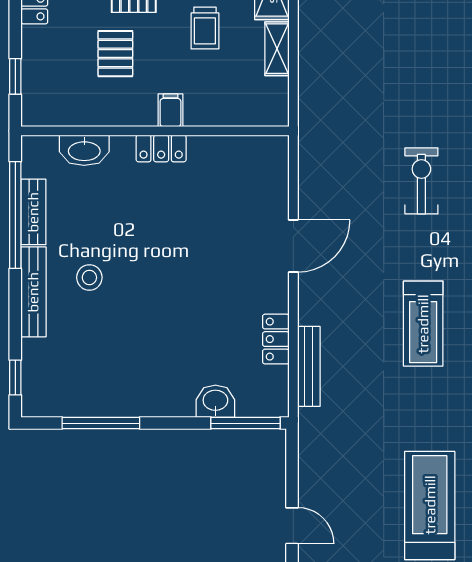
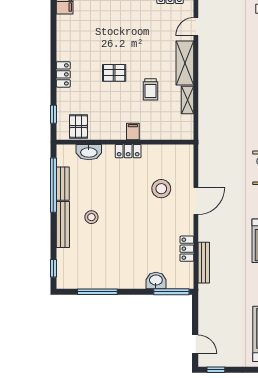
pallet: (115, 54) -> (78, 126), moved
stool: (226, 222) -> (161, 189), added

